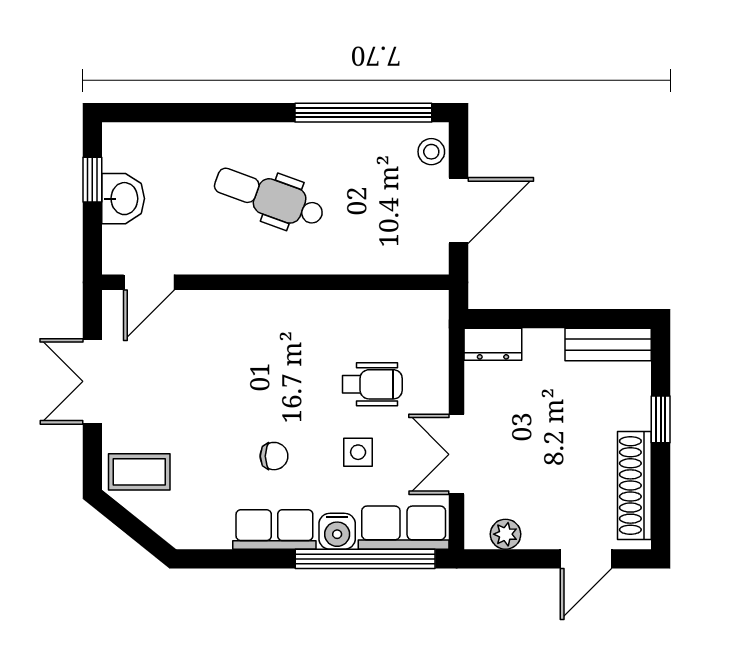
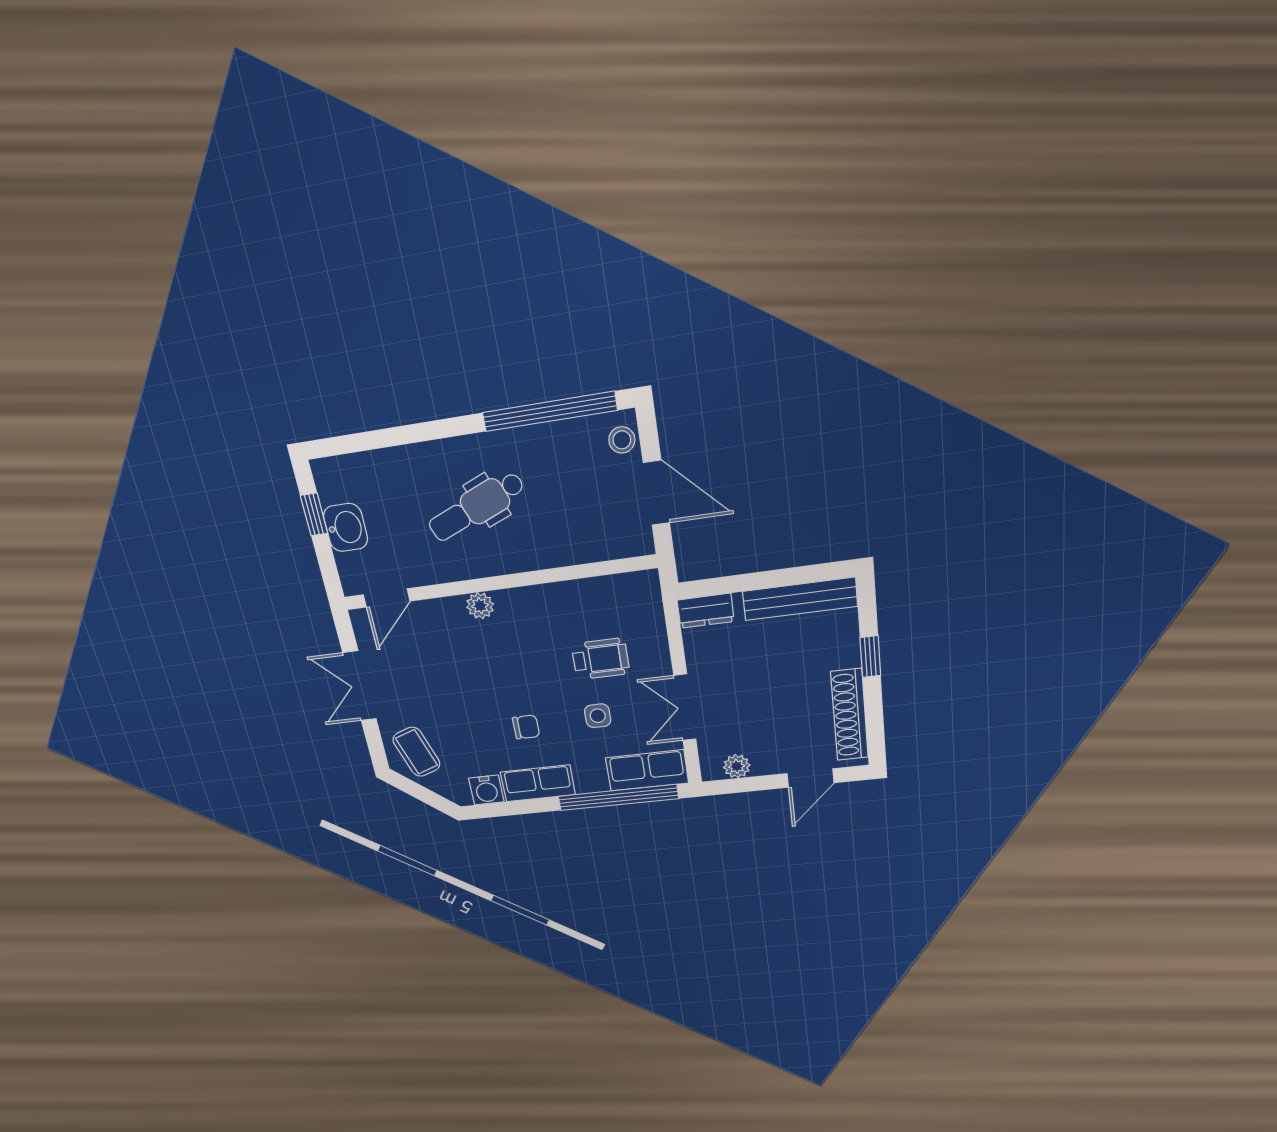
dental chair: (269, 197) -> (476, 507), turned -42
door: (459, 211) -> (657, 493), hinge flipped
plant: (251, 305) -> (480, 606), added
bench: (608, 345) -> (800, 599), width x1.36
coffee table: (139, 472) -> (416, 752), turned 71
water cooler: (337, 531) -> (486, 790), moved

